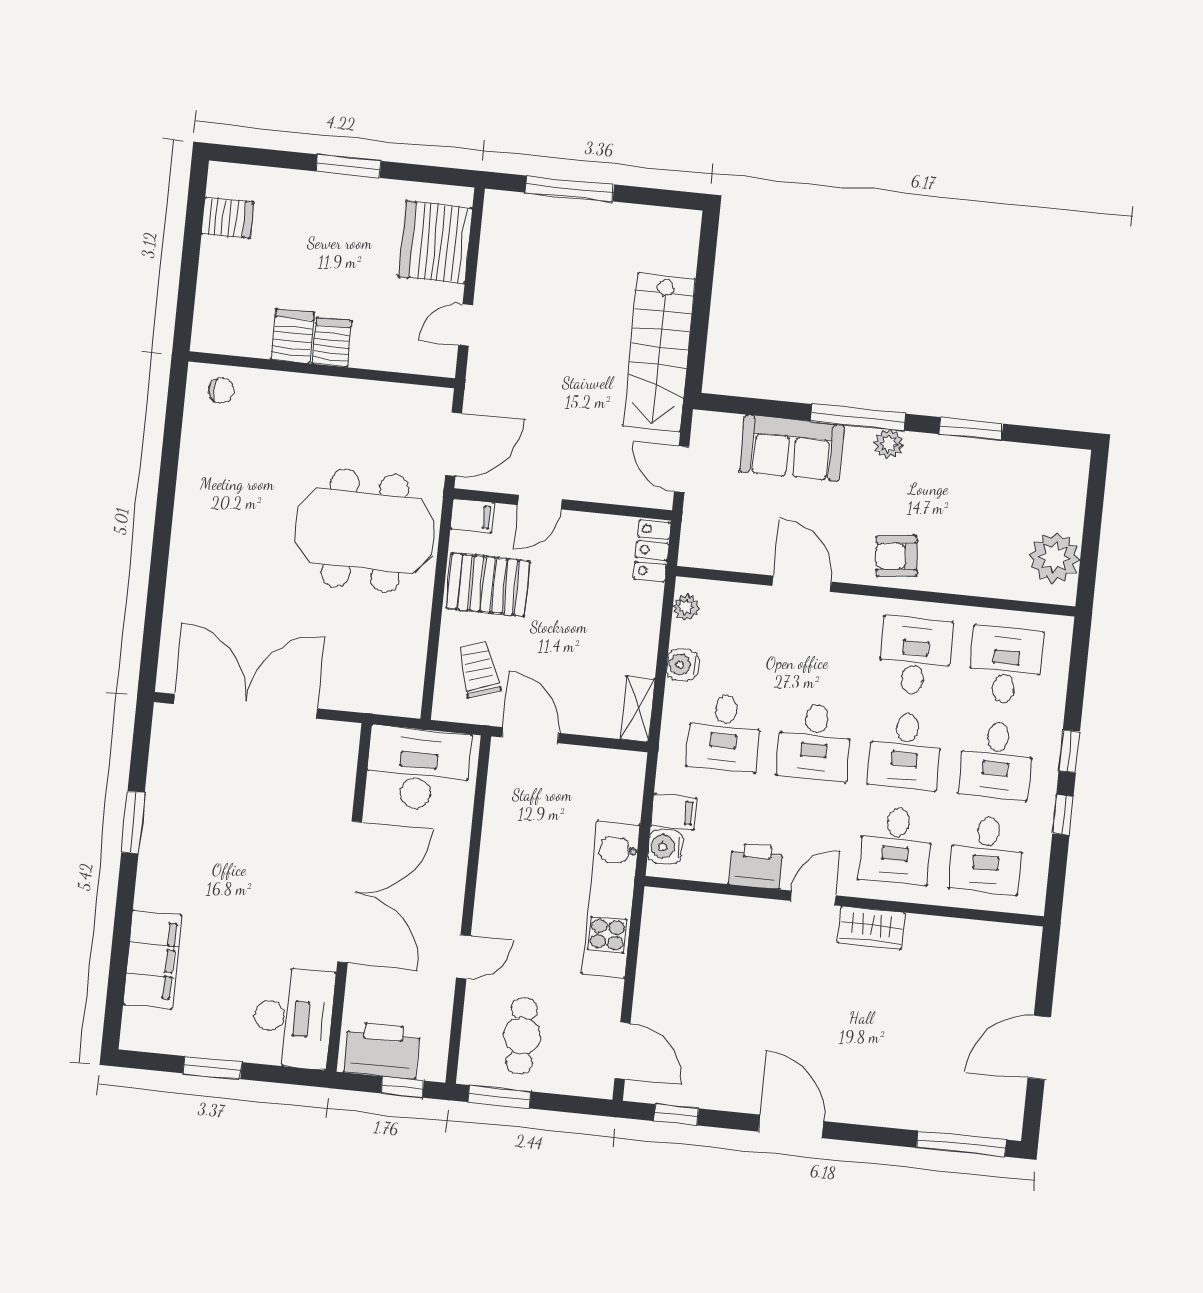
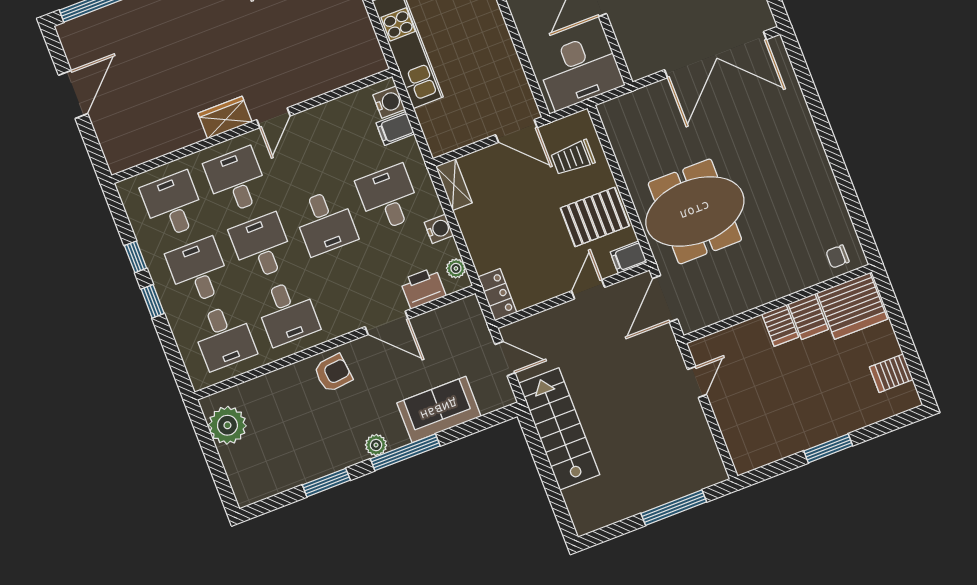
server rack: (435, 242) -> (852, 306), moved, turned 90
trolley: (479, 669) -> (573, 158), turned 109
desk: (815, 742) -> (325, 222), turned 180
printer: (756, 866) -> (423, 288), moved, turned 180

